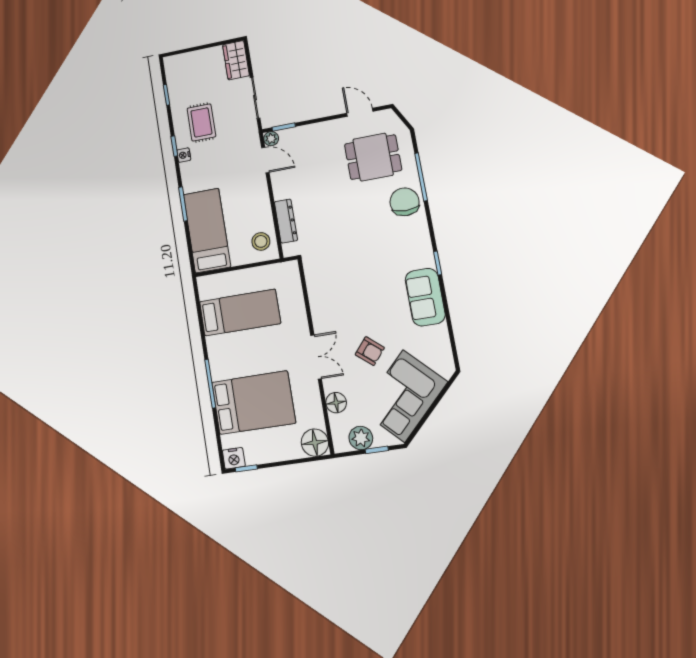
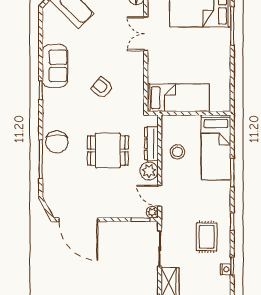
door: (360, 112) -> (78, 220), width x1.87
nightstand: (184, 155) -> (225, 269), moved
dining table: (373, 157) -> (108, 151), moved
plant: (283, 187) -> (149, 171), added
stool: (261, 241) -> (177, 152), moved
bed: (240, 312) -> (178, 98), moved, turned 180
armchair: (370, 351) -> (102, 88), moved

